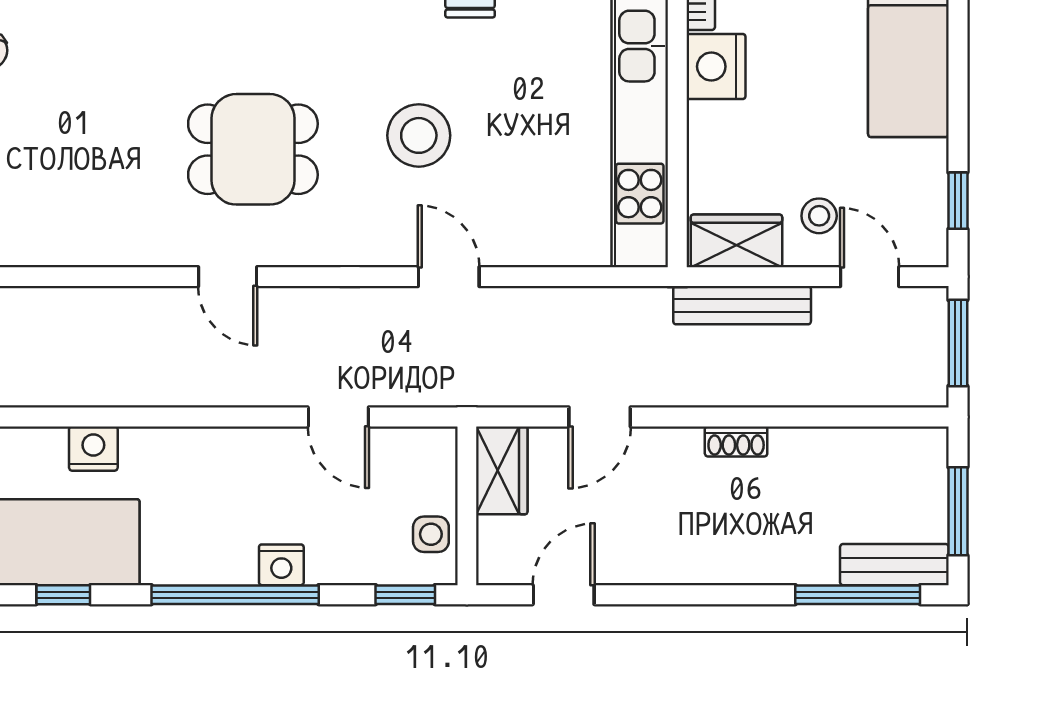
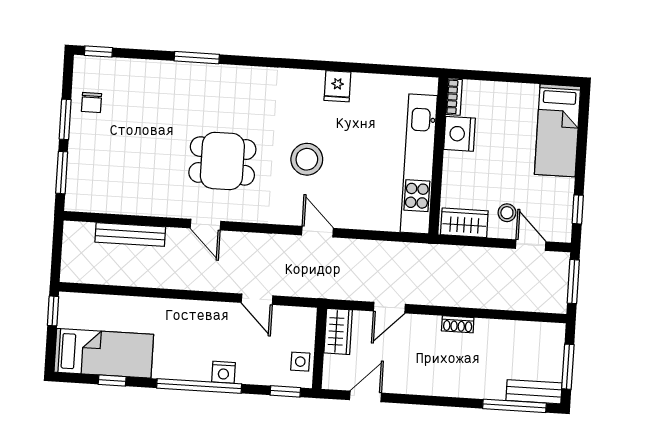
bench: (742, 305) -> (130, 234), moved
nightstand: (93, 449) -> (132, 307), removed

